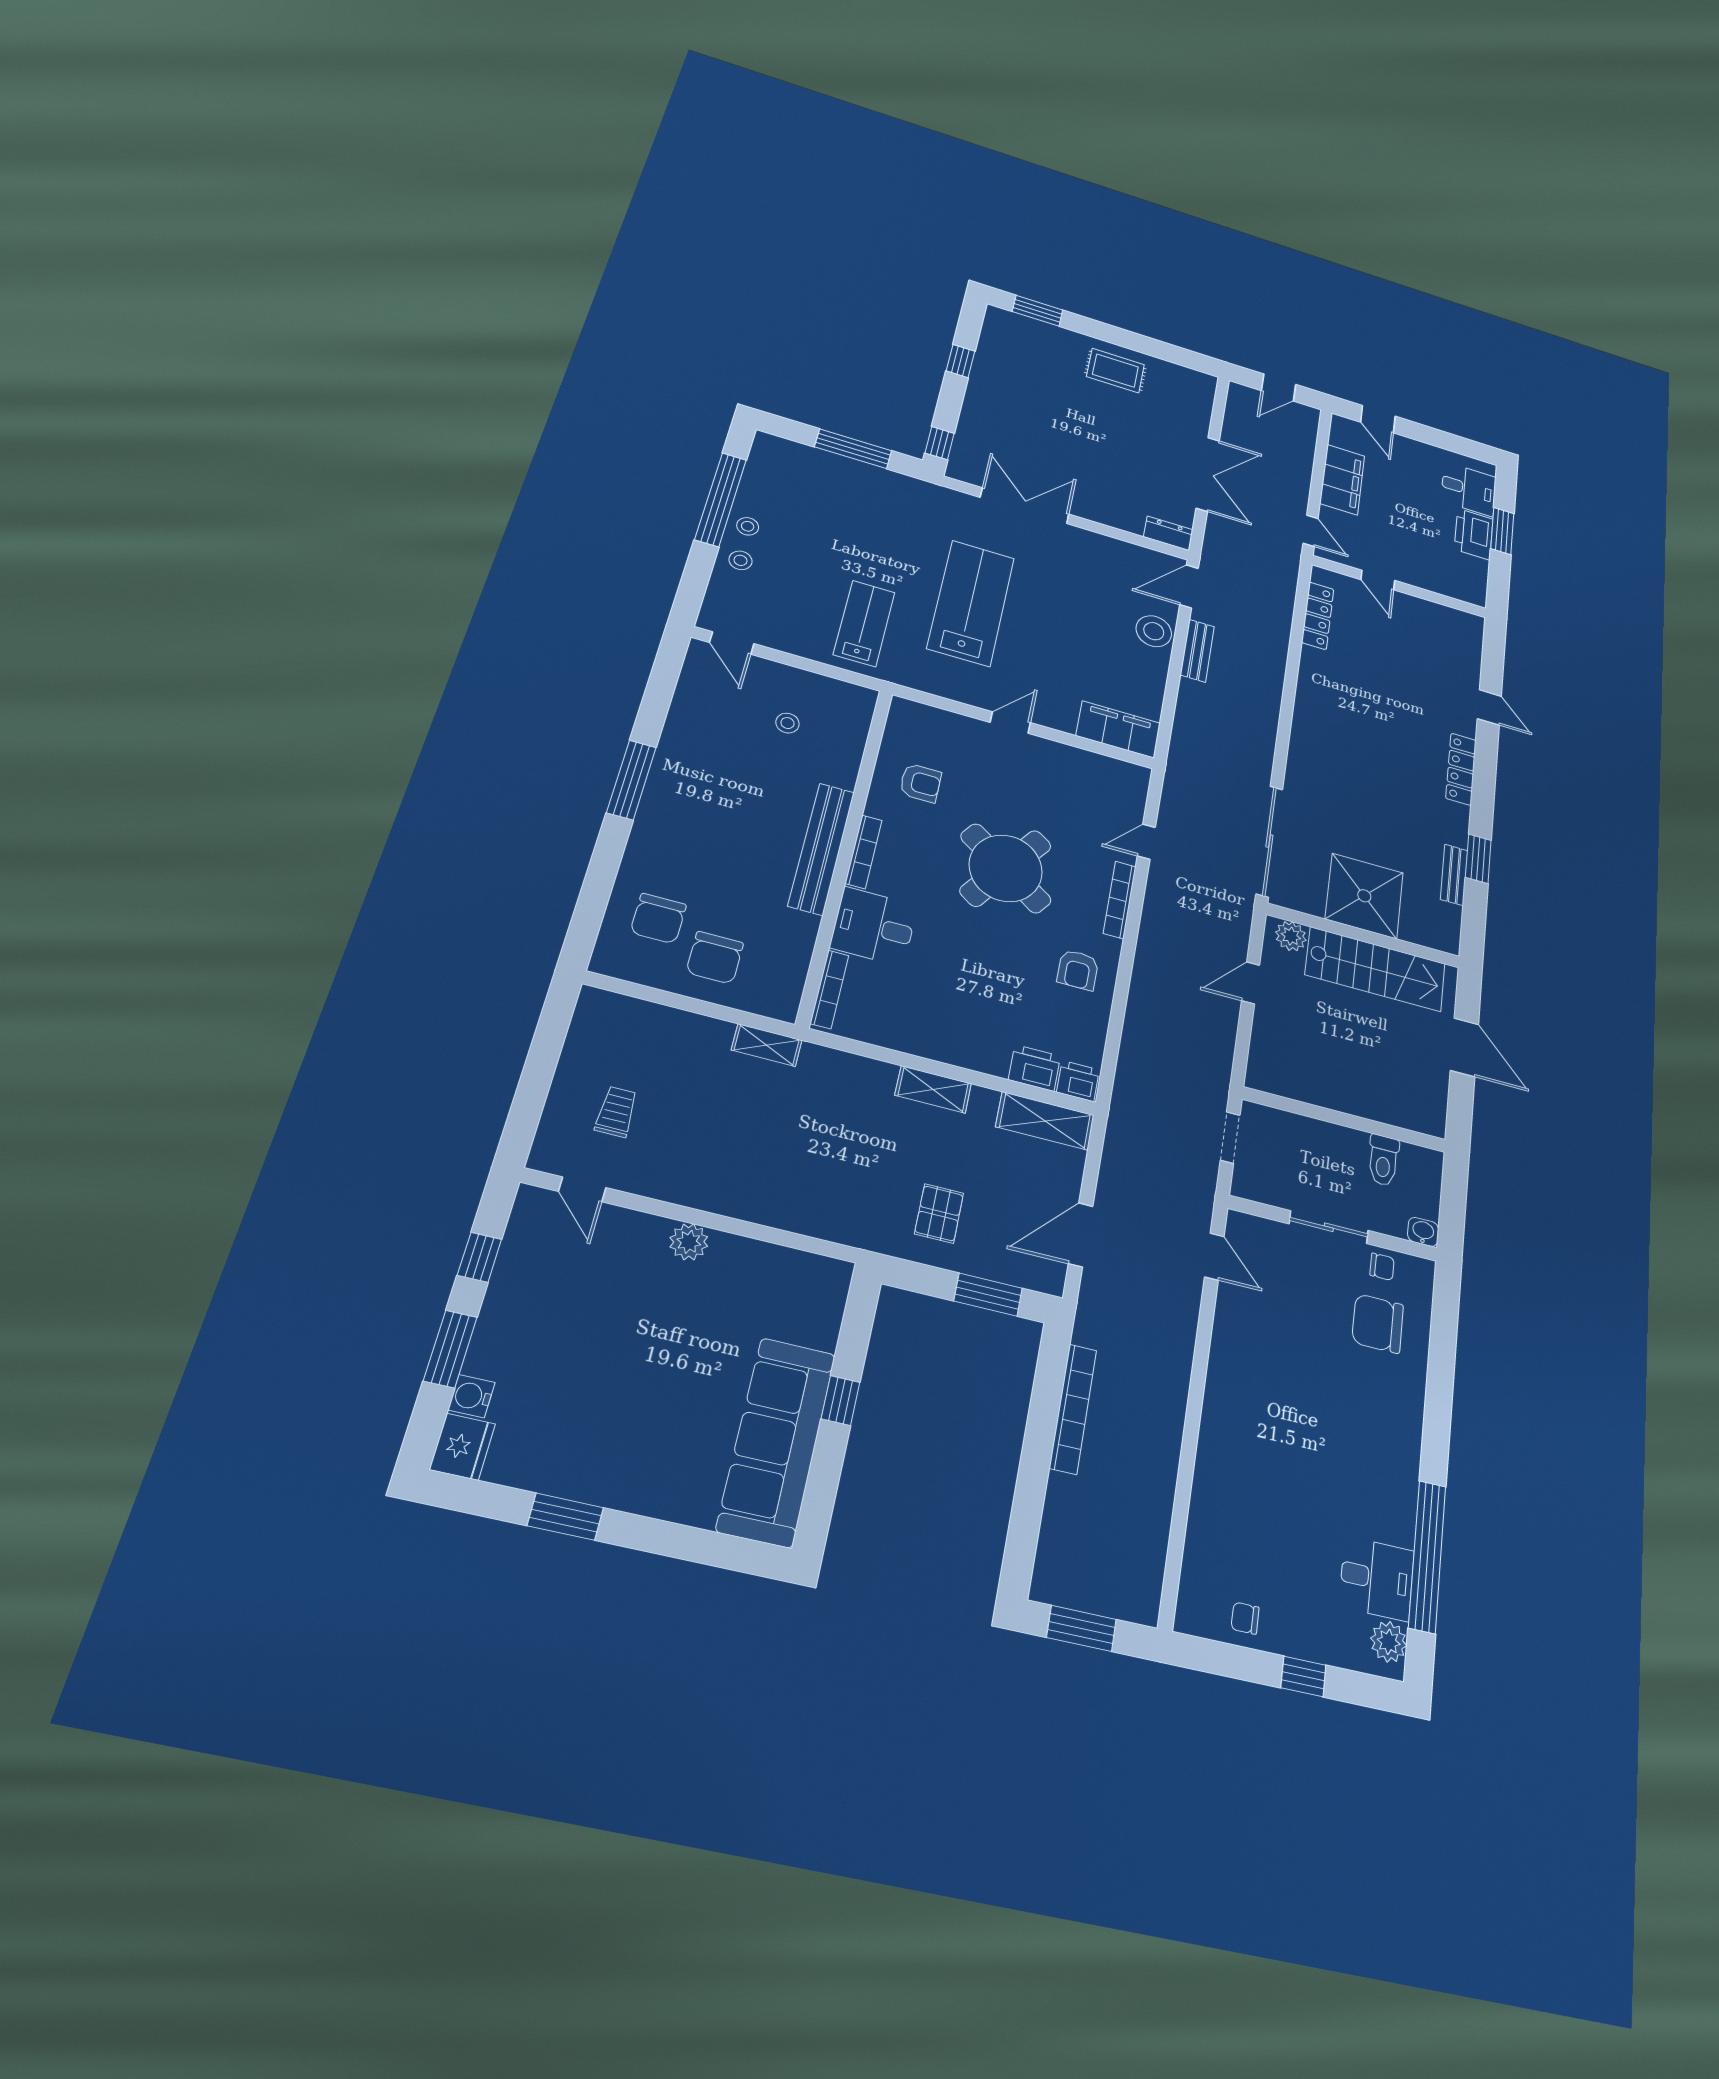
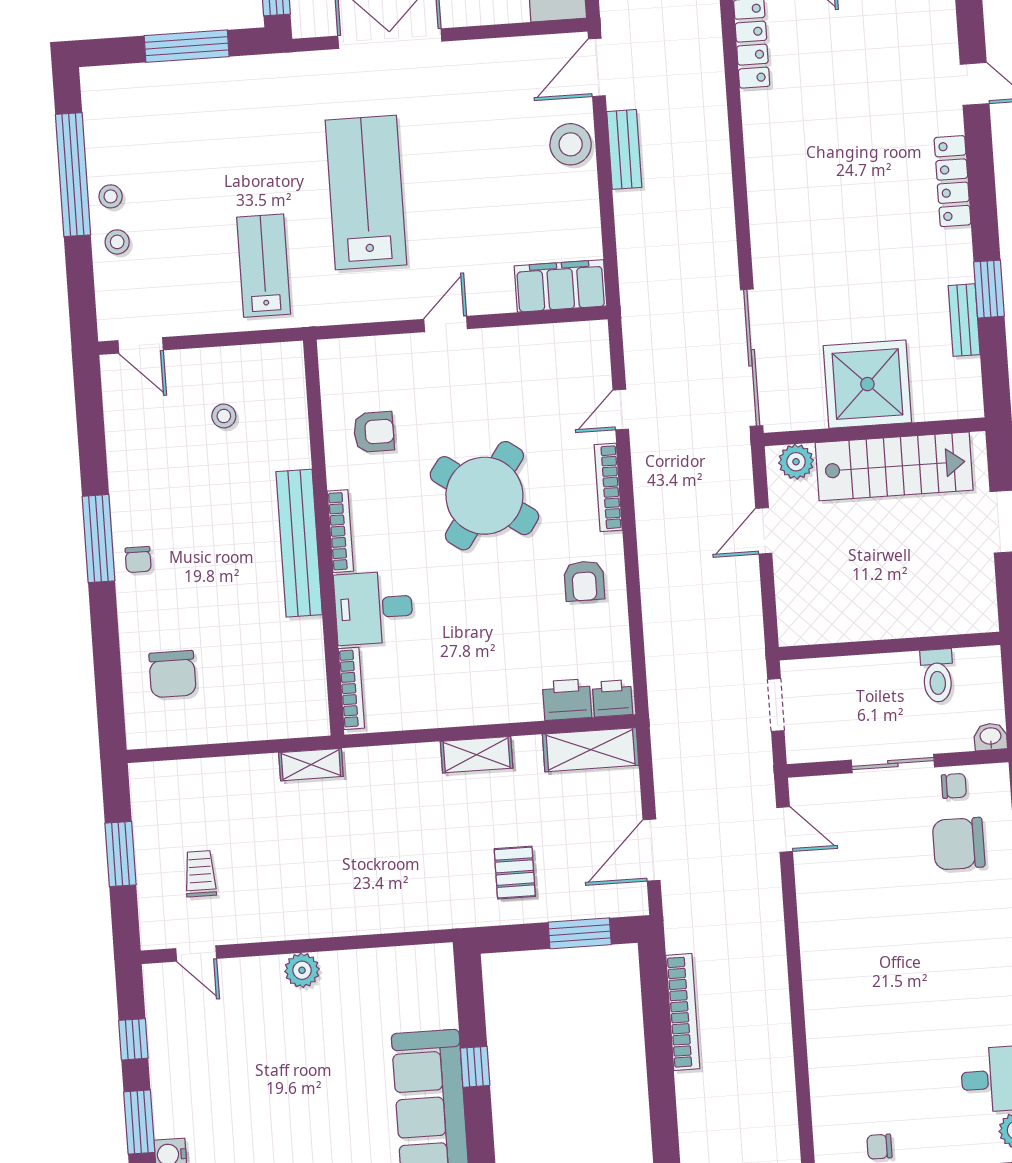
chair: (715, 958) -> (138, 560), moved, width x0.54, depth x0.54
window: (540, 1066) -> (120, 854), added

